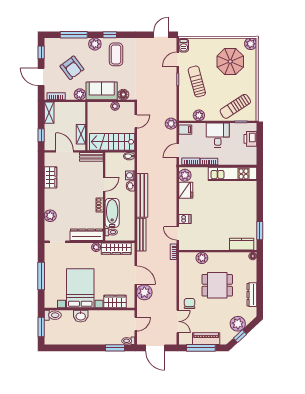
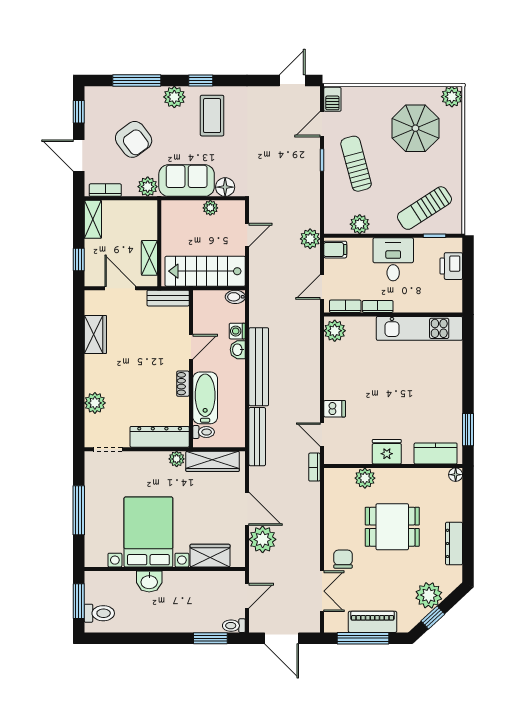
fridge: (186, 190) -> (387, 452), moved, turned -90
toilet: (53, 315) -> (99, 613), moved

